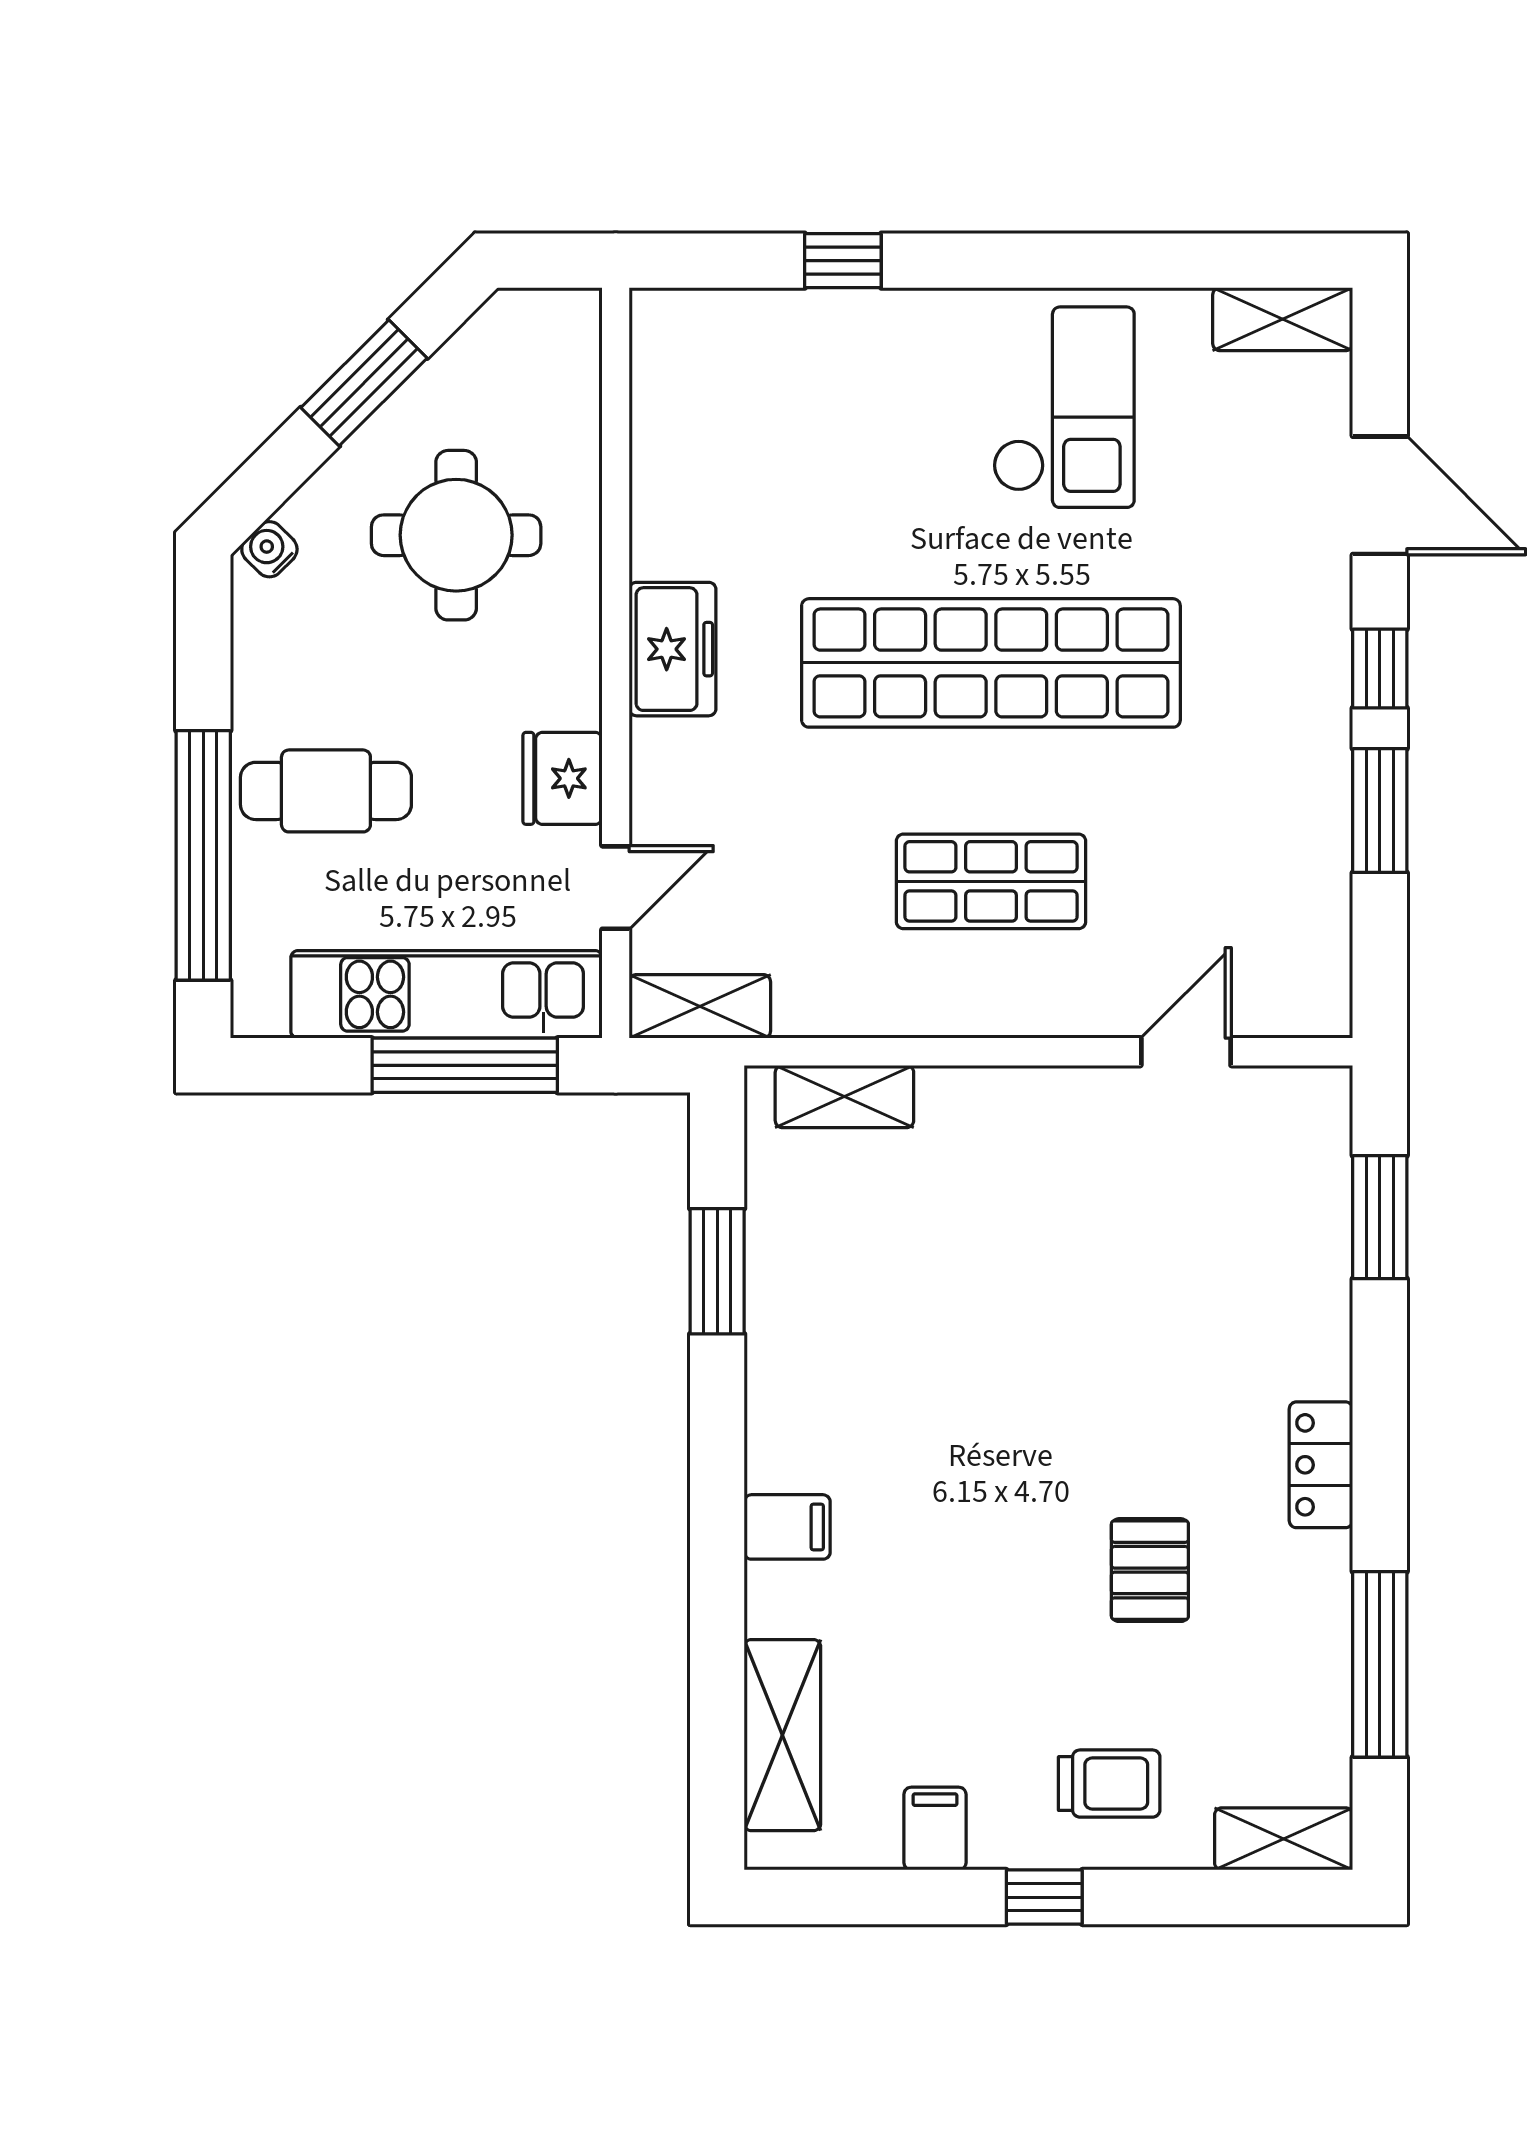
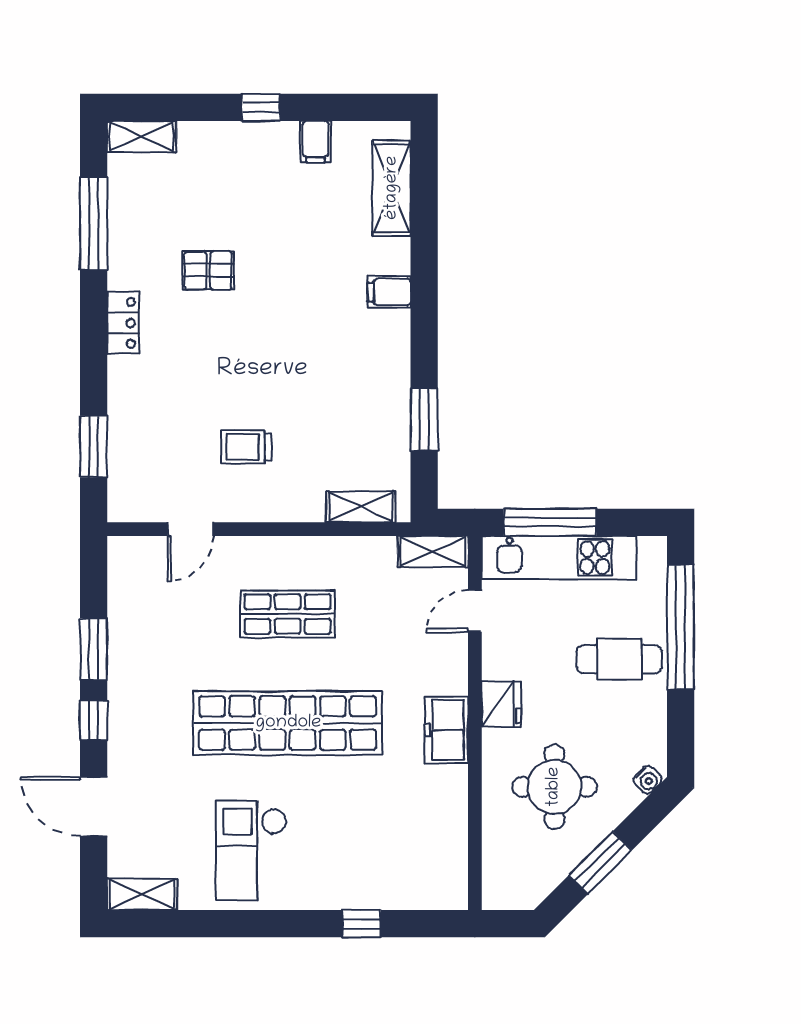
fridge: (563, 778) -> (501, 704), moved
pallet: (1150, 1570) -> (208, 270), turned 90
trolley: (1109, 1784) -> (246, 447), moved

